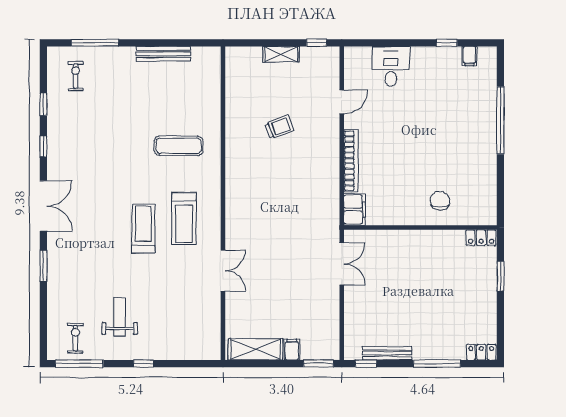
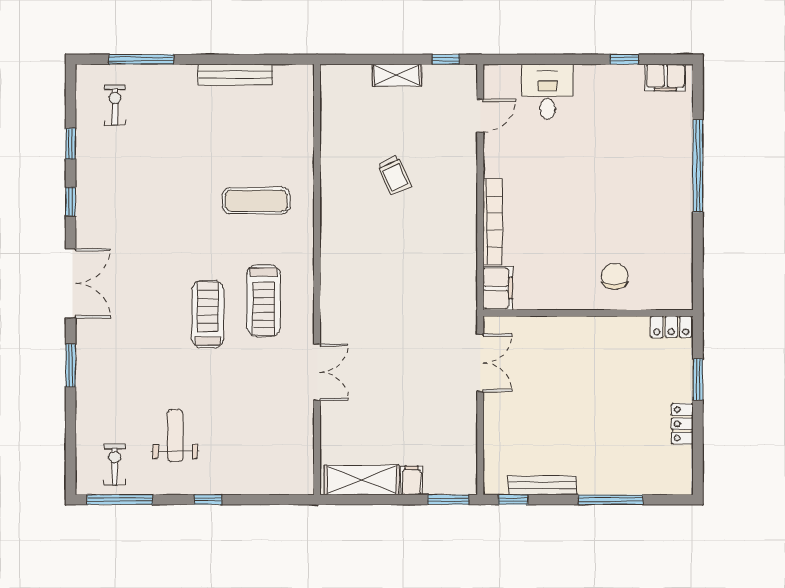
filing cabinet: (469, 56) -> (665, 77), width x2.00
door: (342, 102) -> (480, 116), moved
trolley: (279, 127) -> (394, 175), turned 87
locker: (481, 352) -> (682, 424), moved, turned -90

